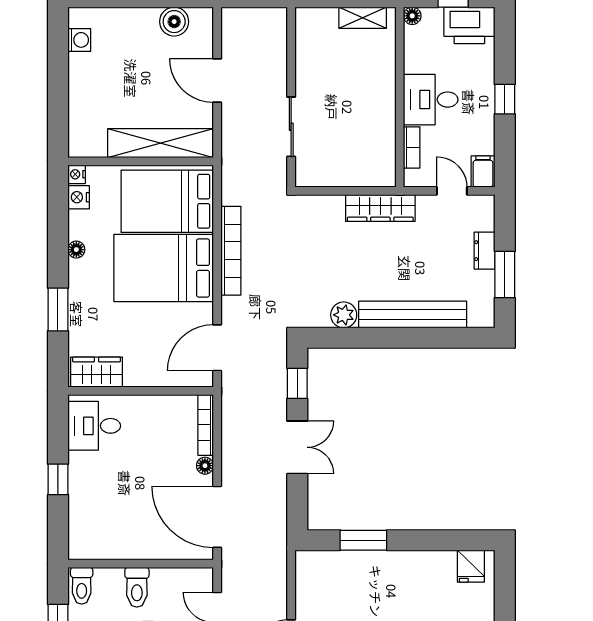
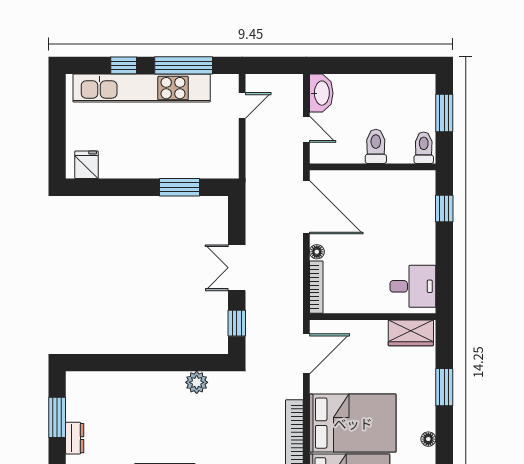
bench: (413, 314) -> (137, 383), removed
window: (58, 479) -> (444, 209), moved

